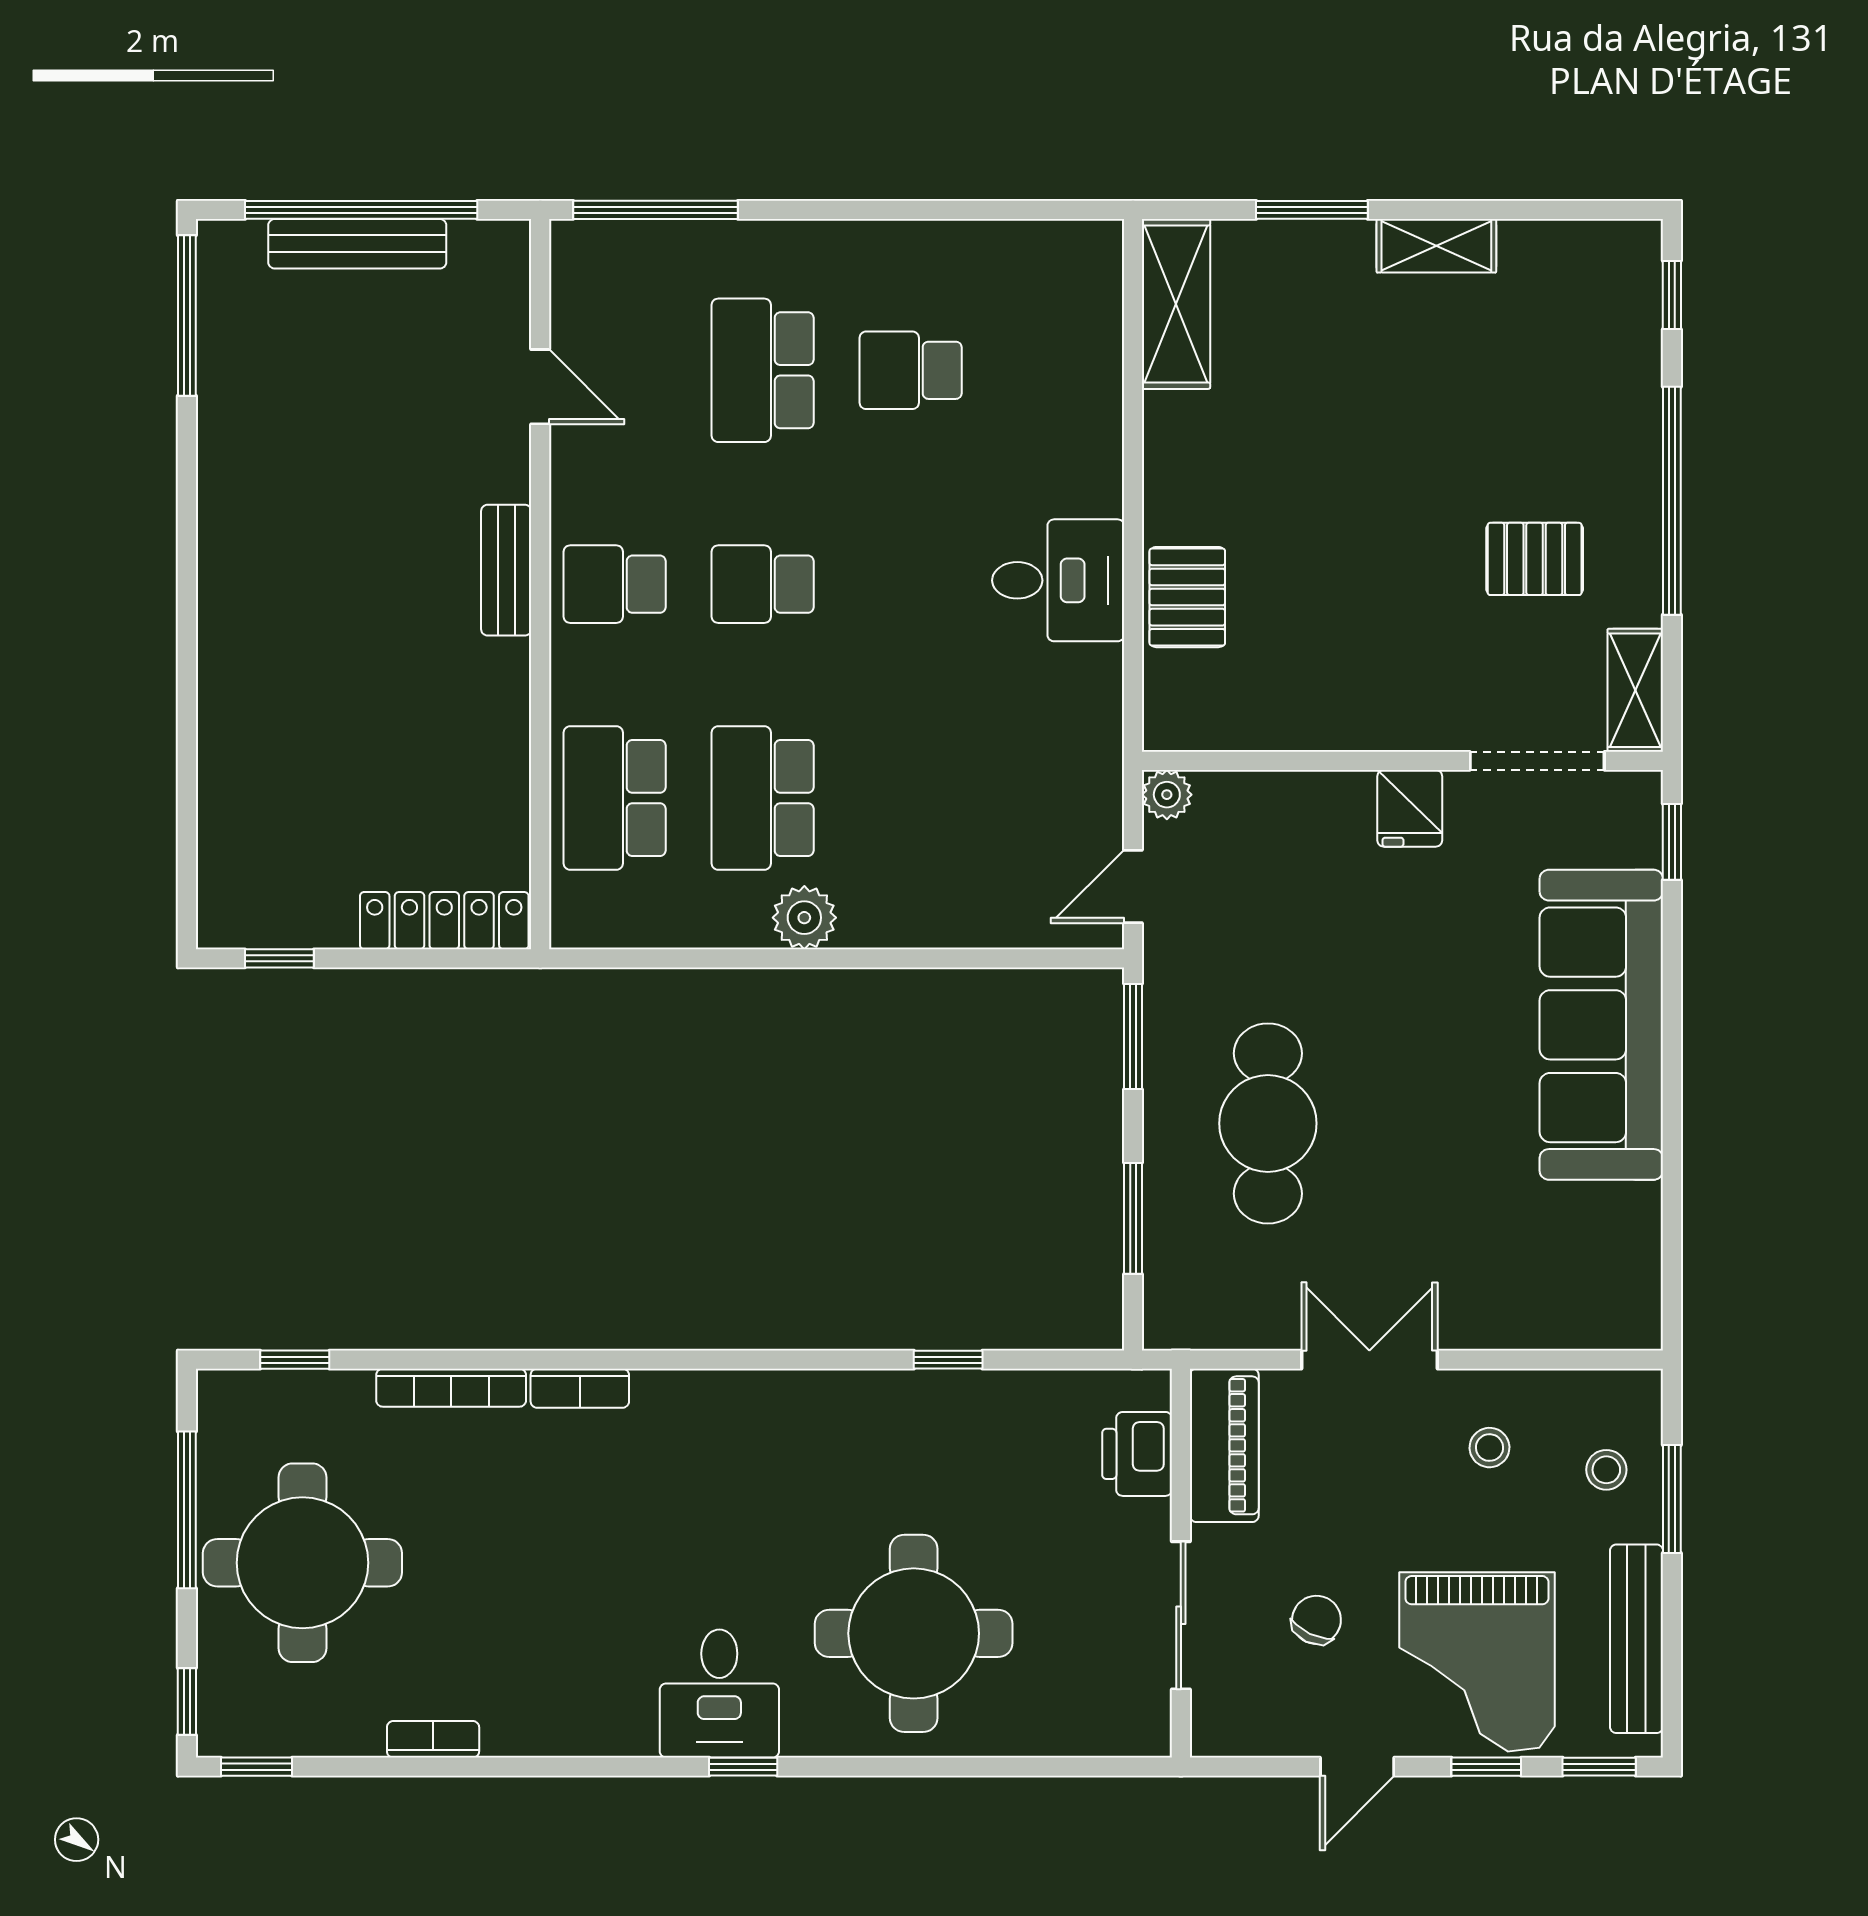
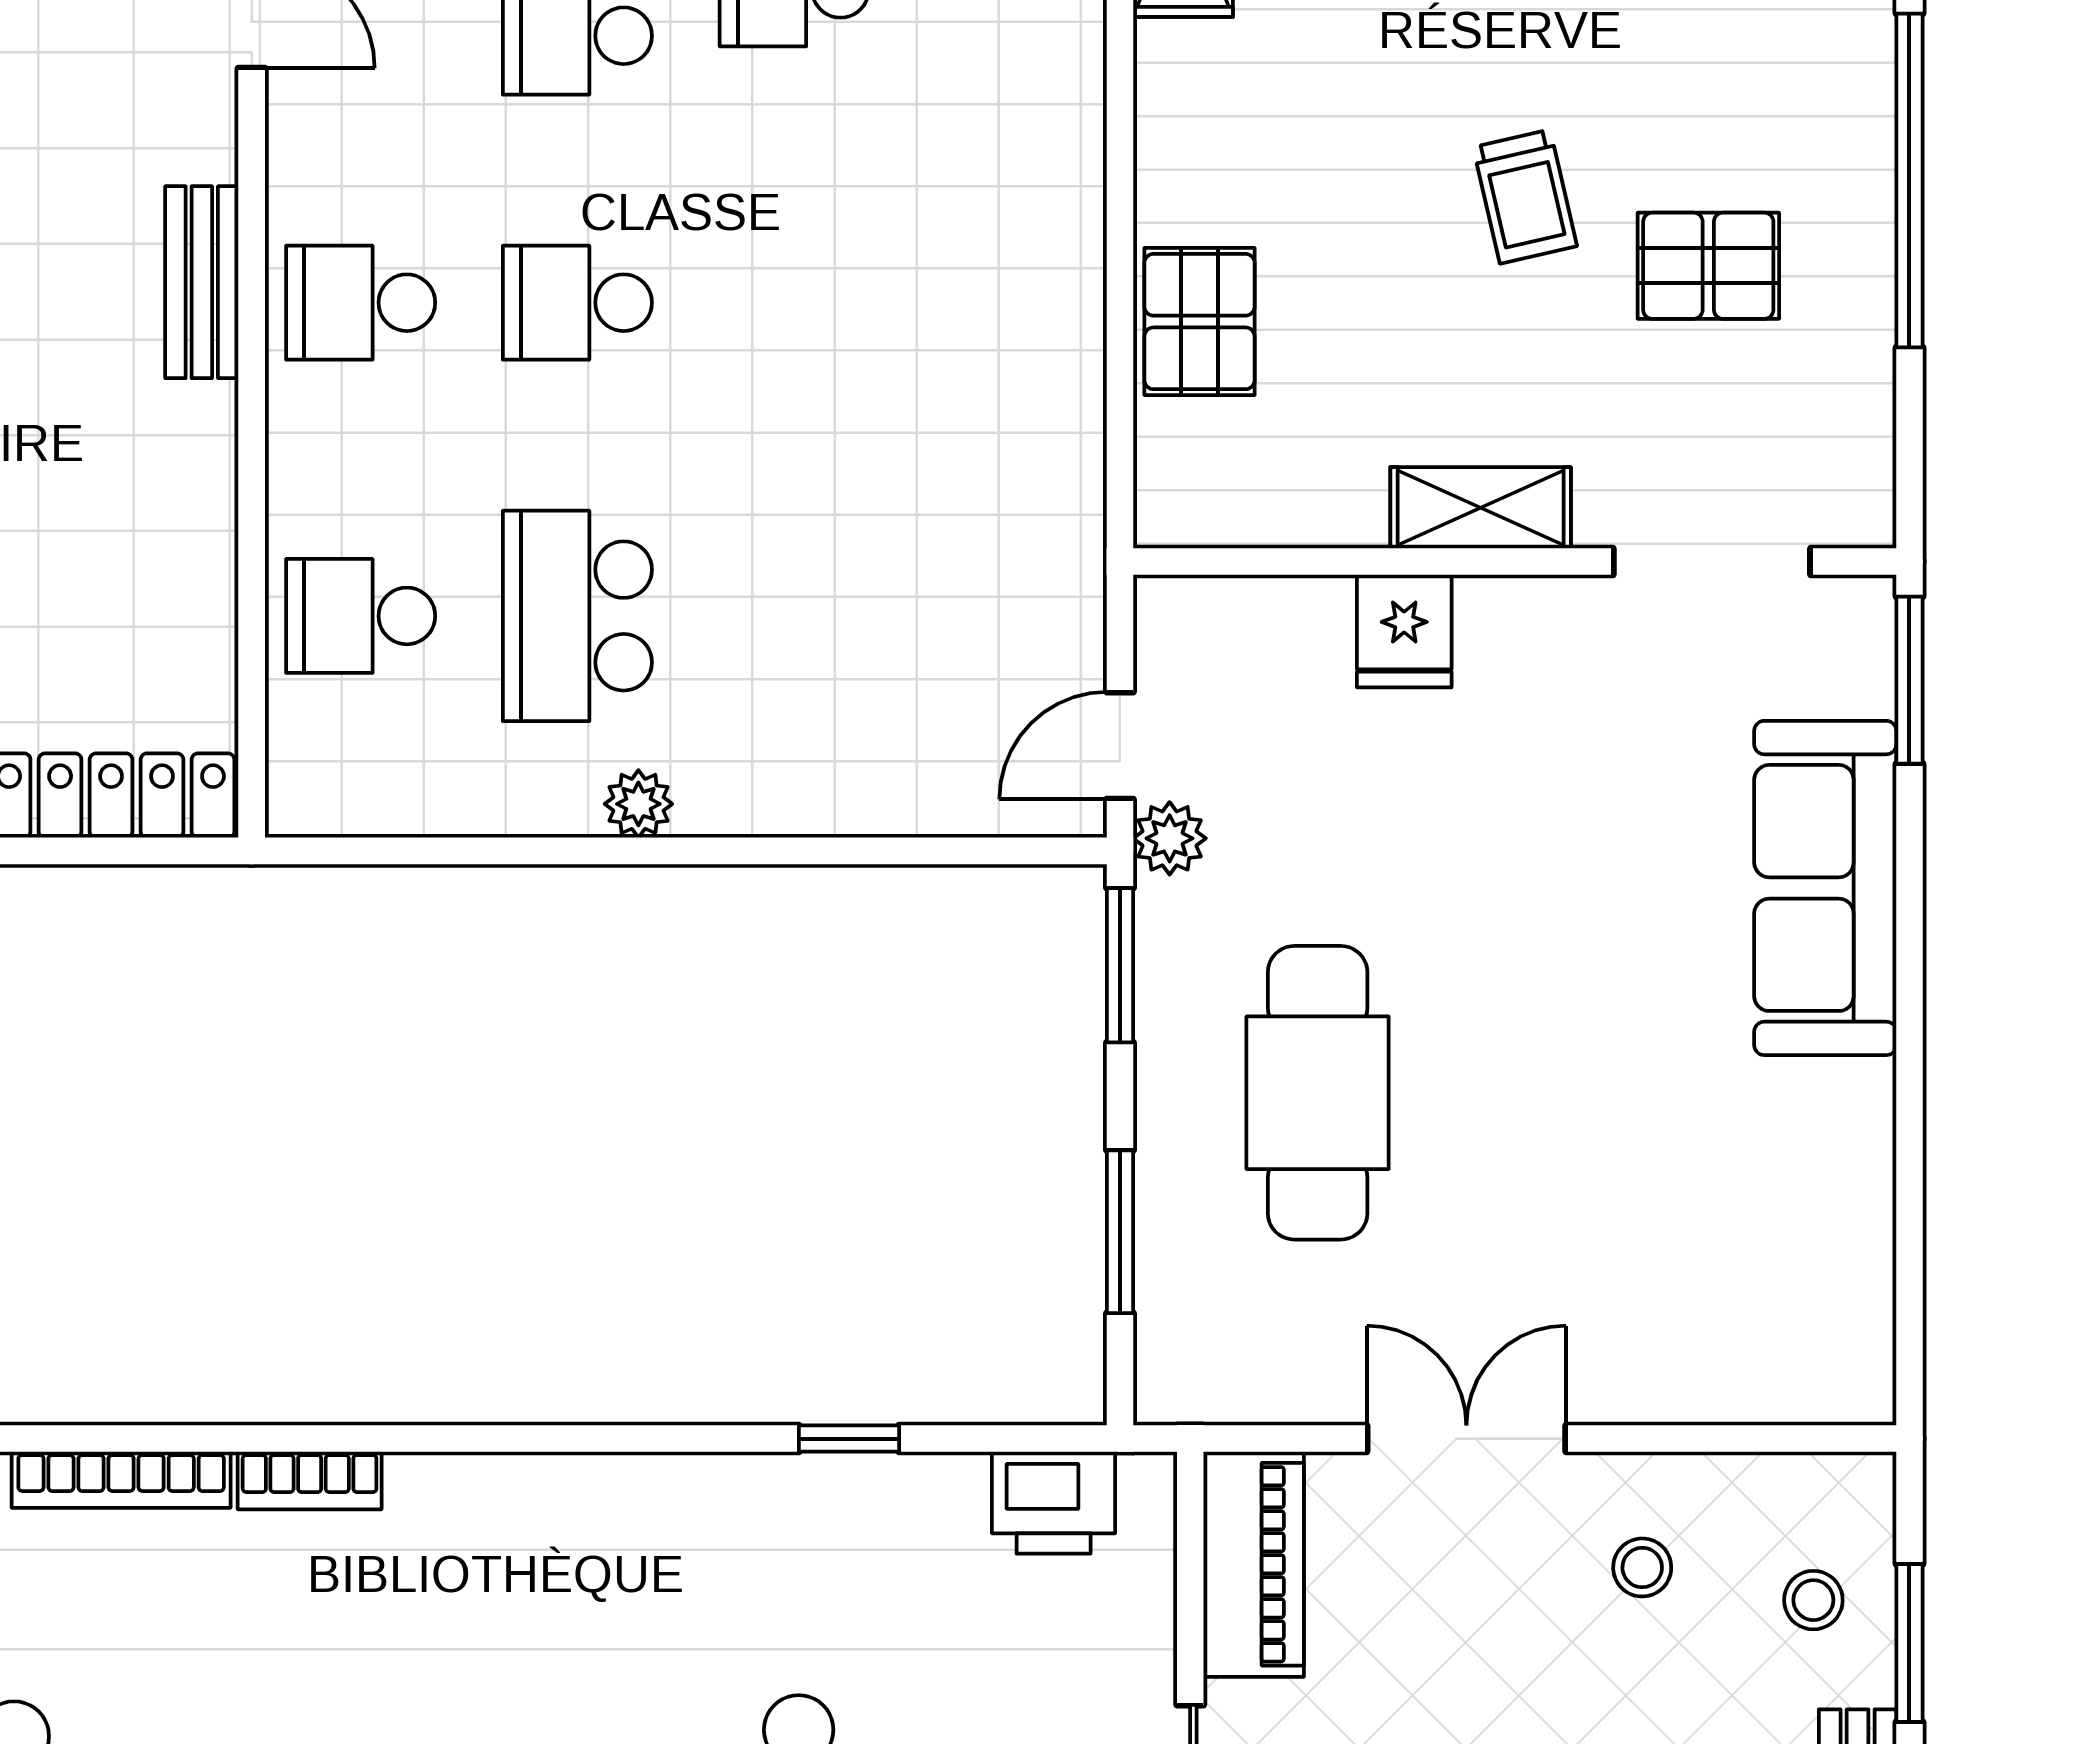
trolley: (1409, 512) -> (1525, 197), added
desk: (1058, 580) -> (1010, 297), removed
shelving: (1635, 690) -> (1481, 508), moved, turned 90
plant: (1167, 795) -> (1170, 838), moved
school desk: (615, 798) -> (361, 616), width x0.54
fridge: (1410, 808) -> (1404, 631), moved
window: (1672, 842) -> (1909, 680), width x1.50
plant: (804, 918) -> (638, 804), width x0.73, depth x0.73
sofa: (1601, 1025) -> (1825, 888), width x0.74, depth x0.79
printer: (1137, 1454) -> (1054, 1503), moved, turned -90

